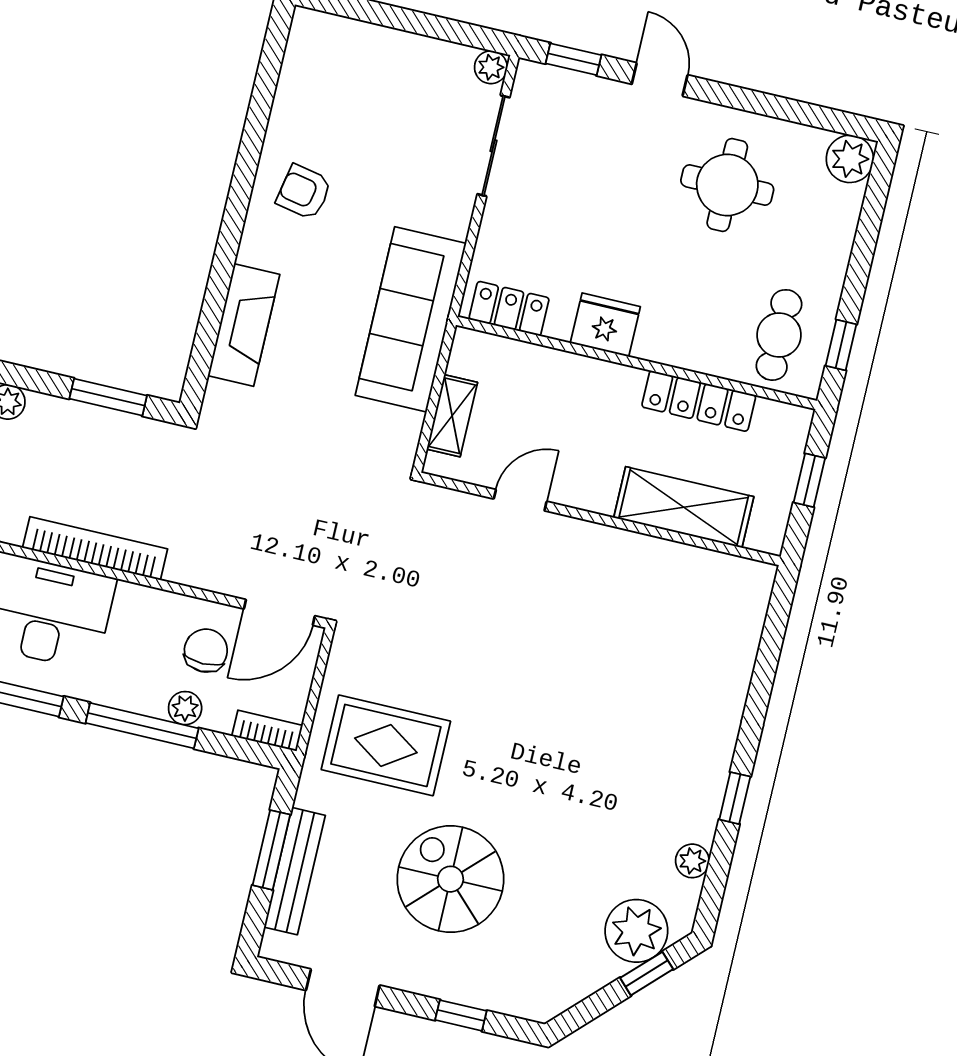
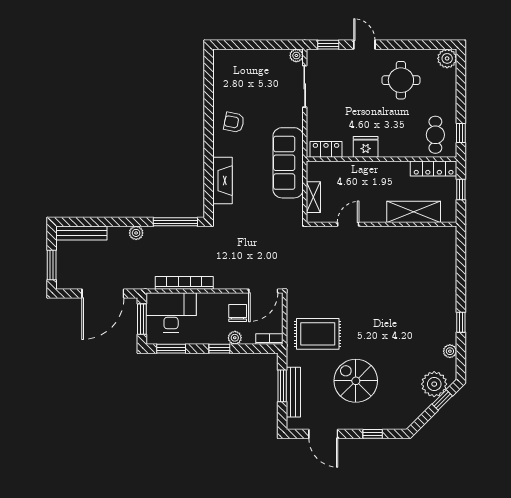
window: (108, 397) -> (175, 222), width x1.44
locker: (699, 401) -> (434, 168), moved
window: (142, 726) -> (219, 349), width x0.46

